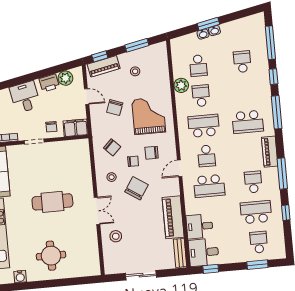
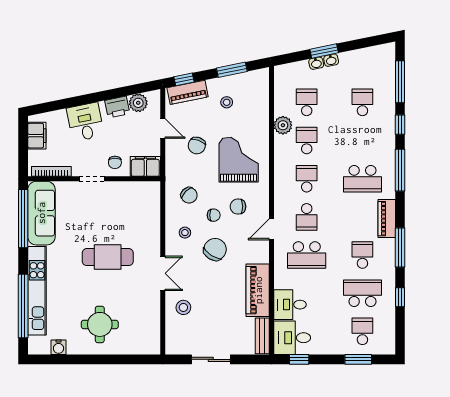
school desk: (198, 66) -> (307, 102), turned 180
school desk: (204, 126) -> (307, 179), width x0.54

